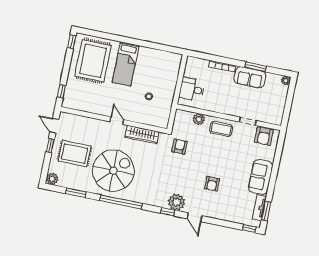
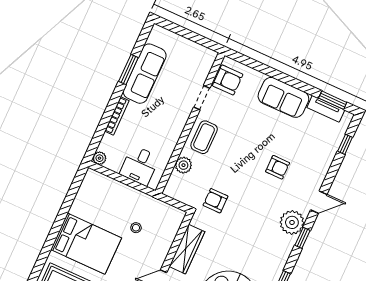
bed: (126, 64) -> (86, 244), width x1.50
sofa: (250, 77) -> (145, 74), width x1.36
plant: (286, 81) -> (99, 158), moved
window: (249, 229) -> (345, 144), moved

